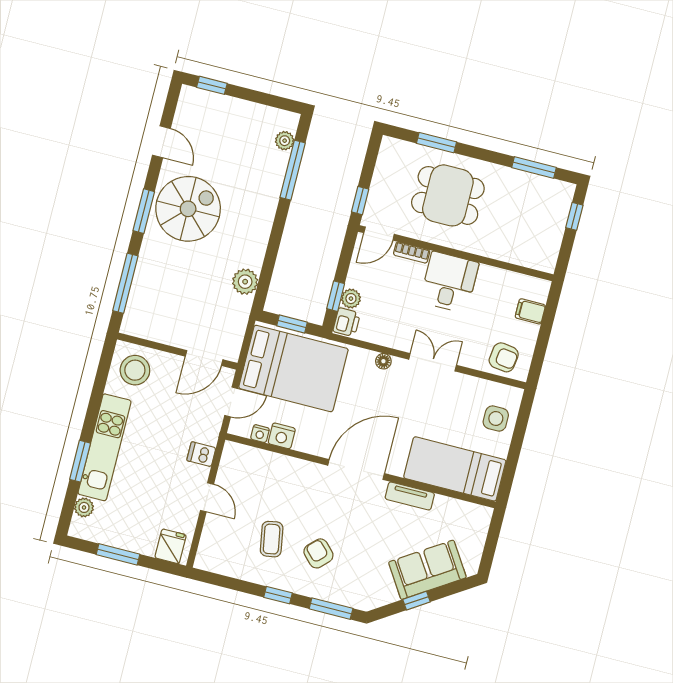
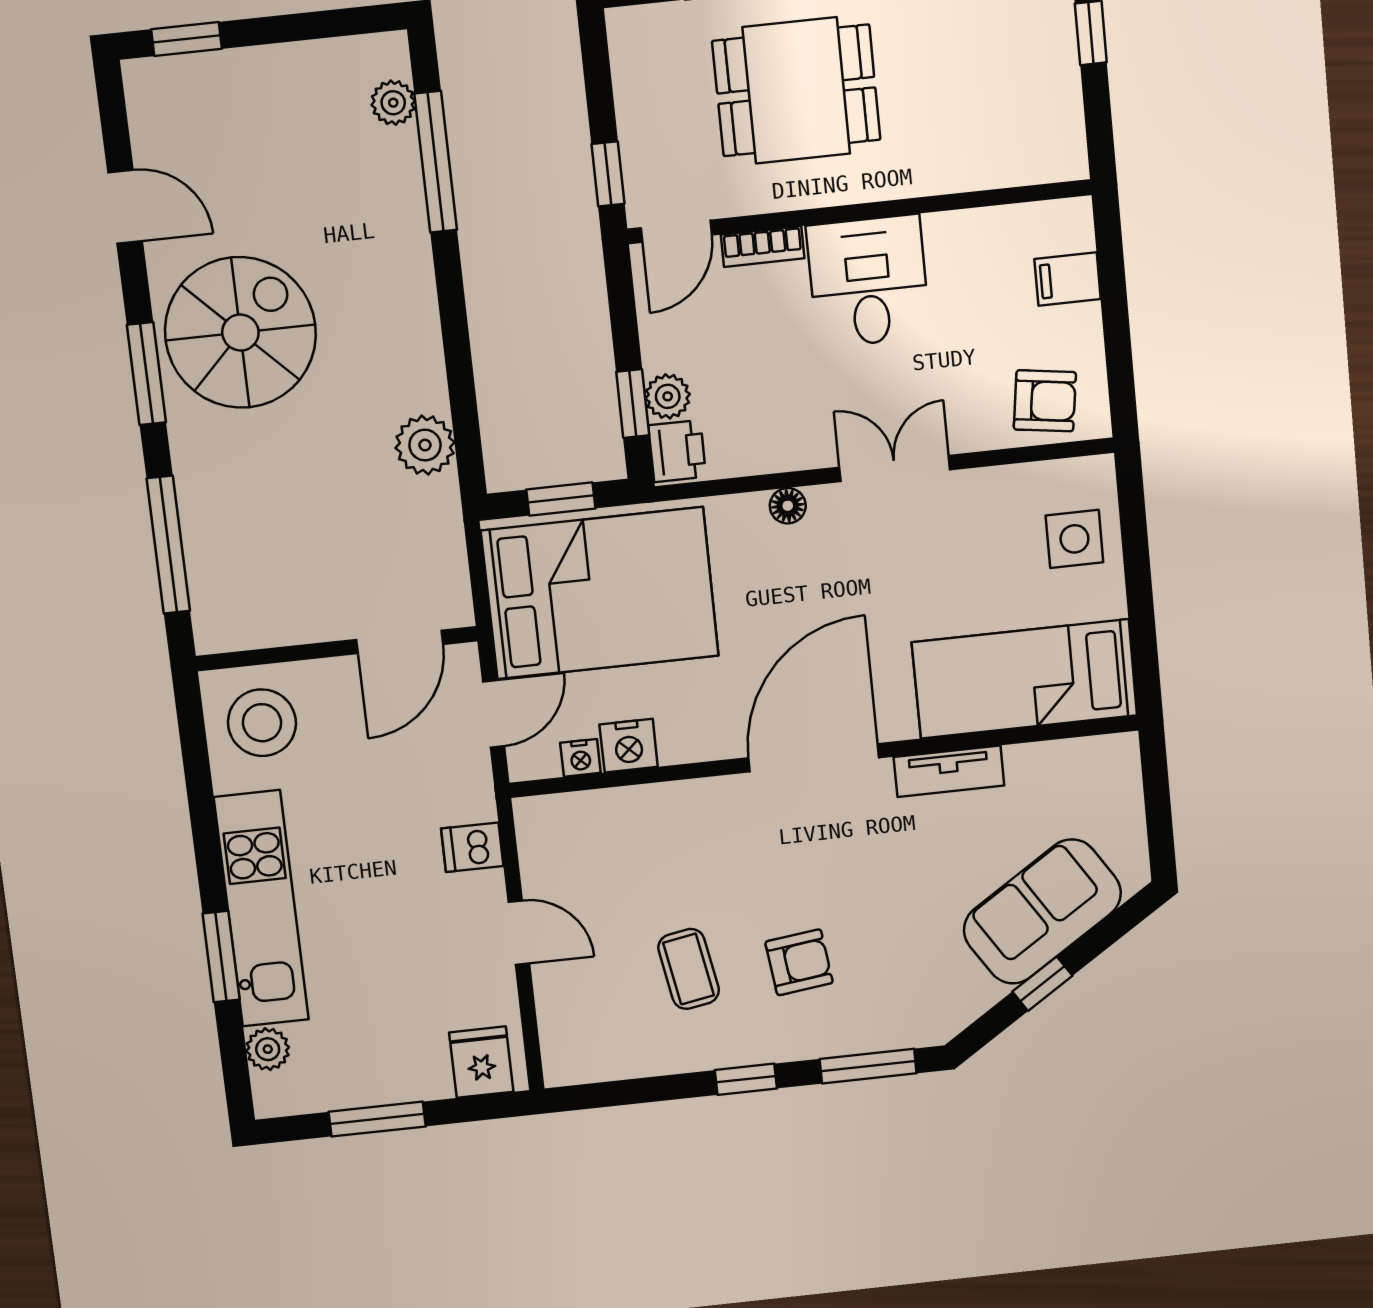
armchair: (318, 553) -> (799, 962), turned 128

